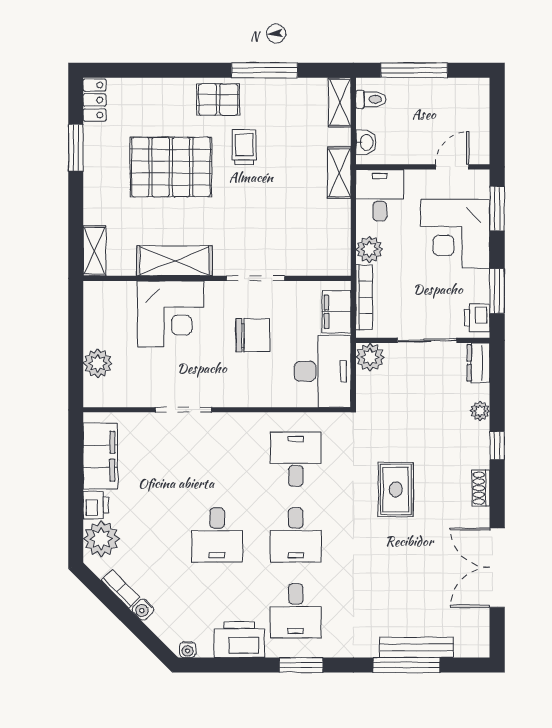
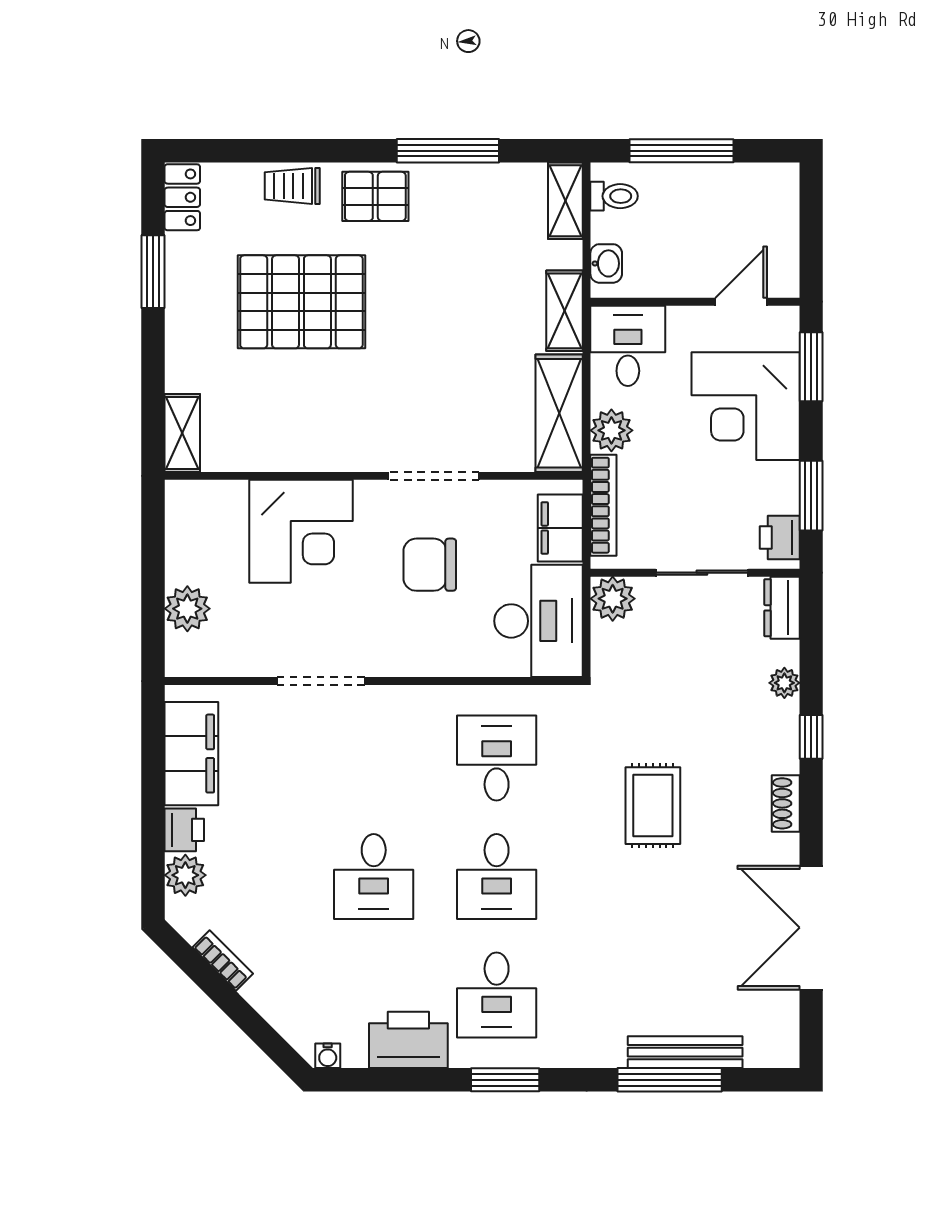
trolley: (244, 147) -> (292, 186), moved, turned -90
shelving: (174, 261) -> (559, 413), moved, turned 90
chair: (253, 335) -> (430, 565), turned 180
plant: (101, 539) -> (185, 875), width x0.73, depth x0.73
water cooler: (143, 610) -> (258, 993), removed

